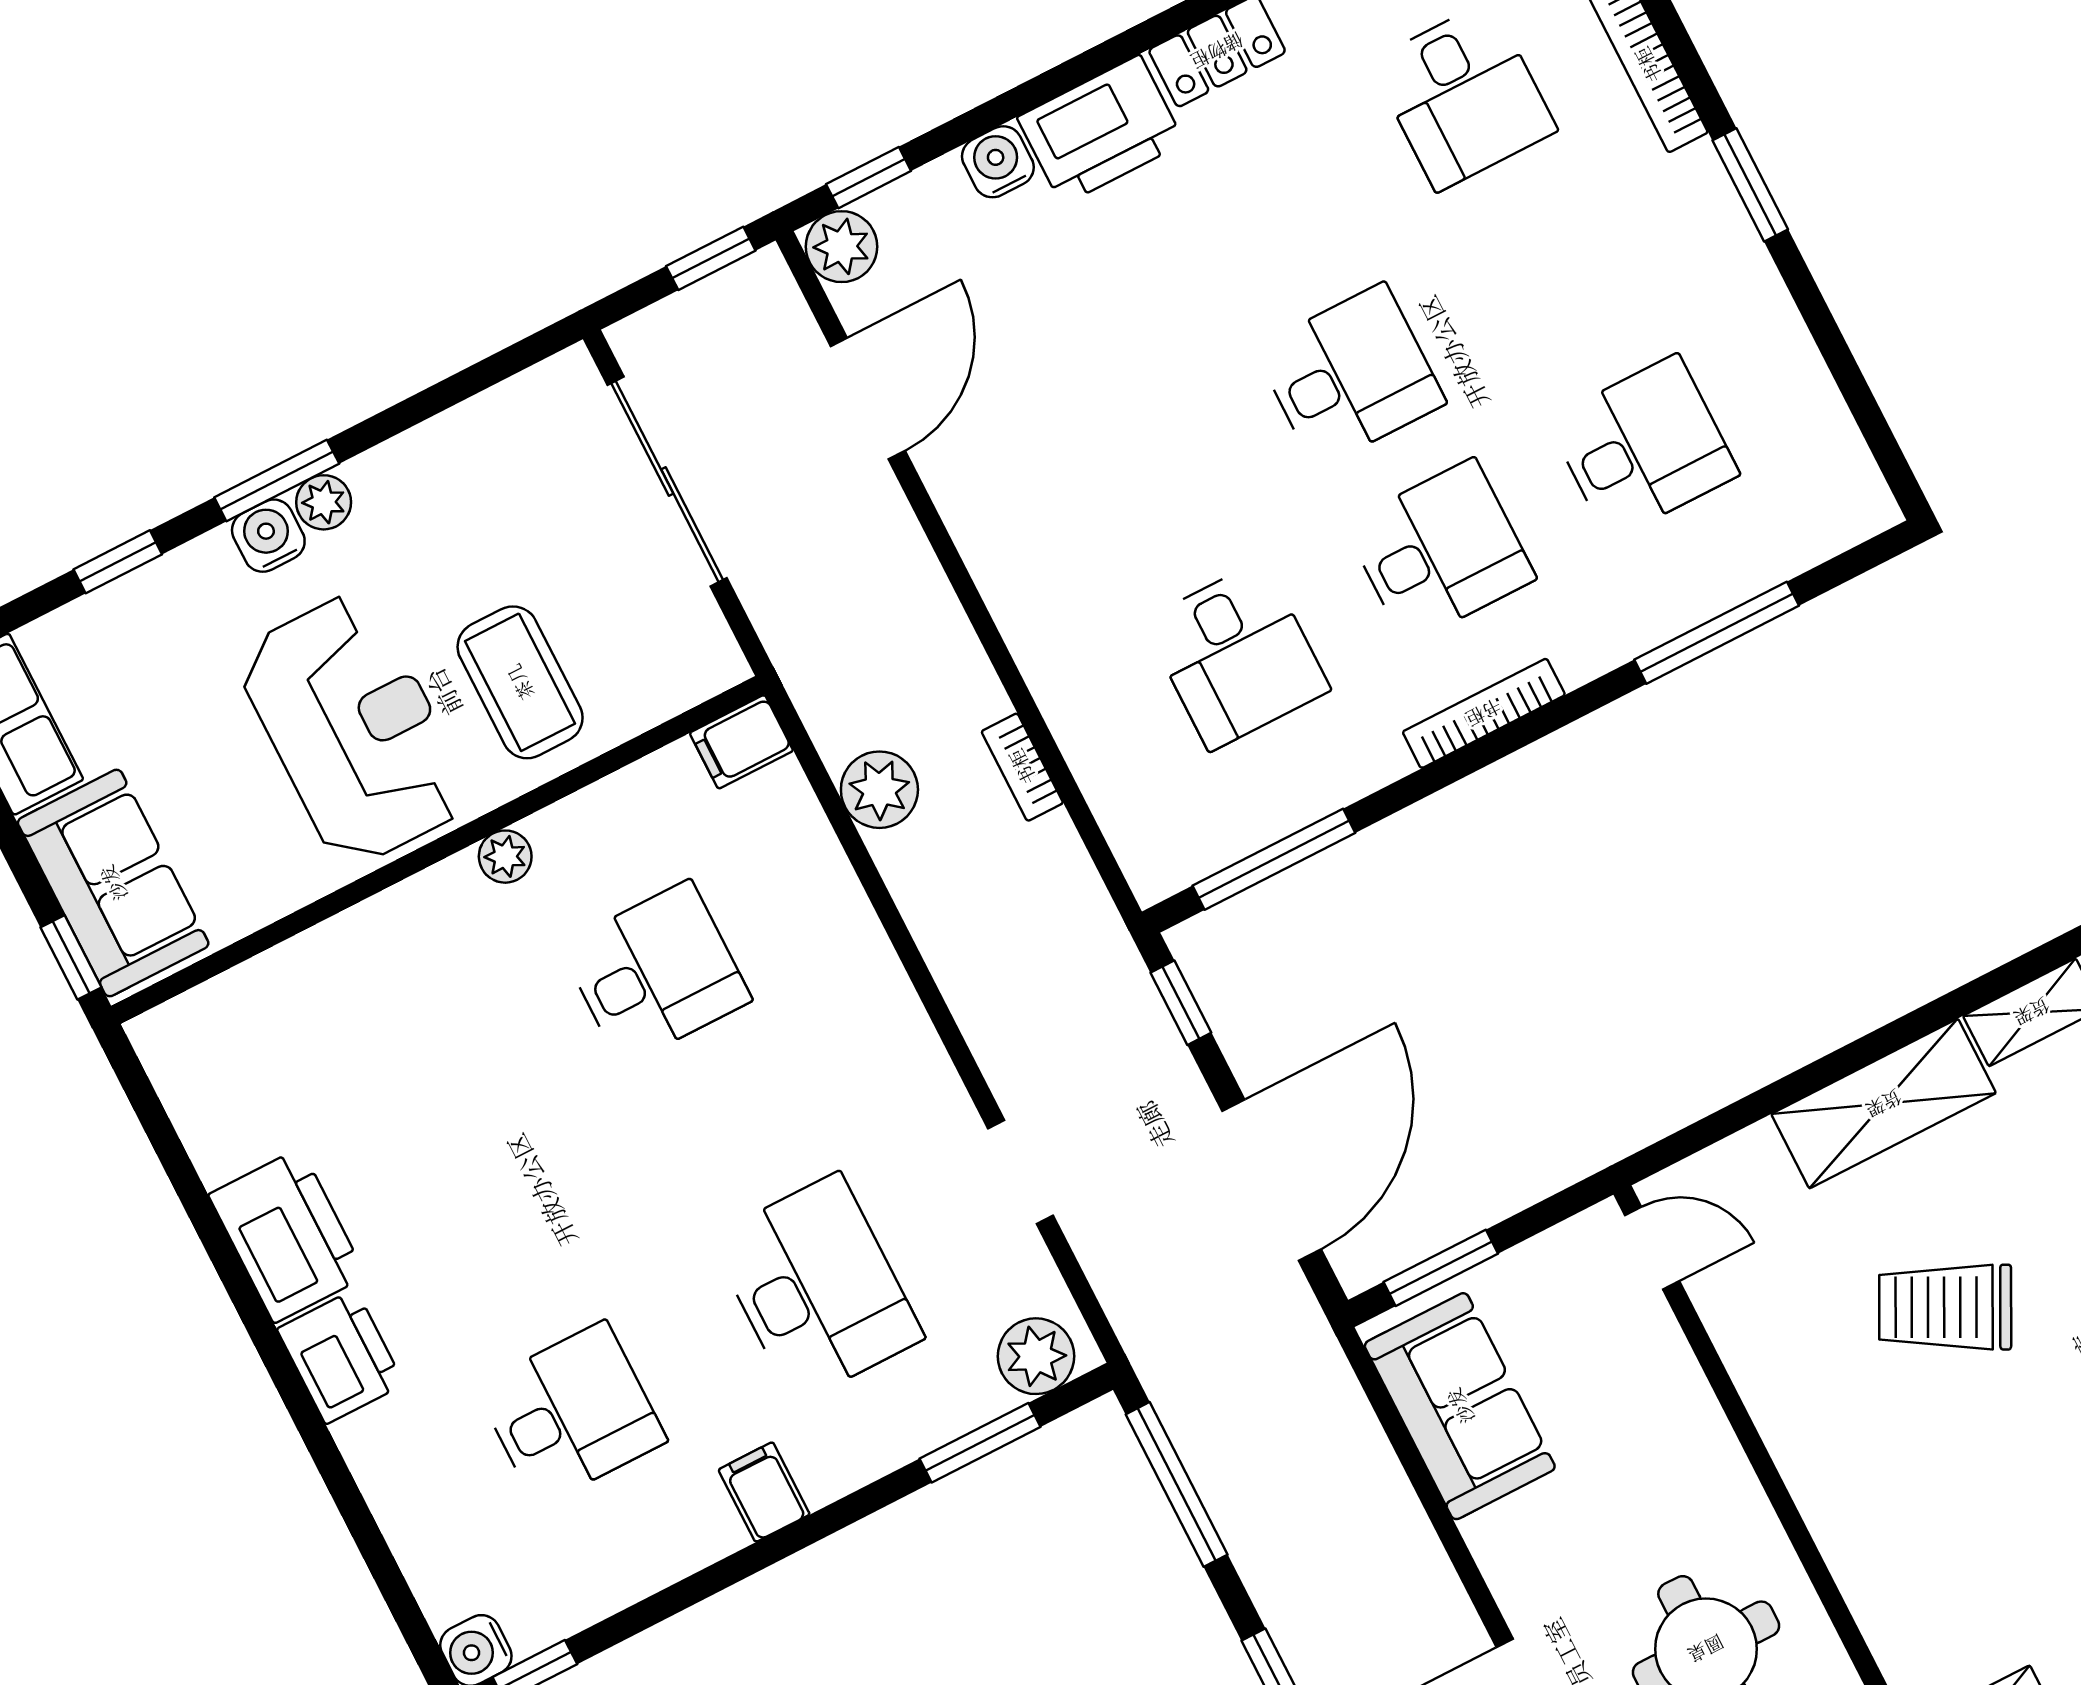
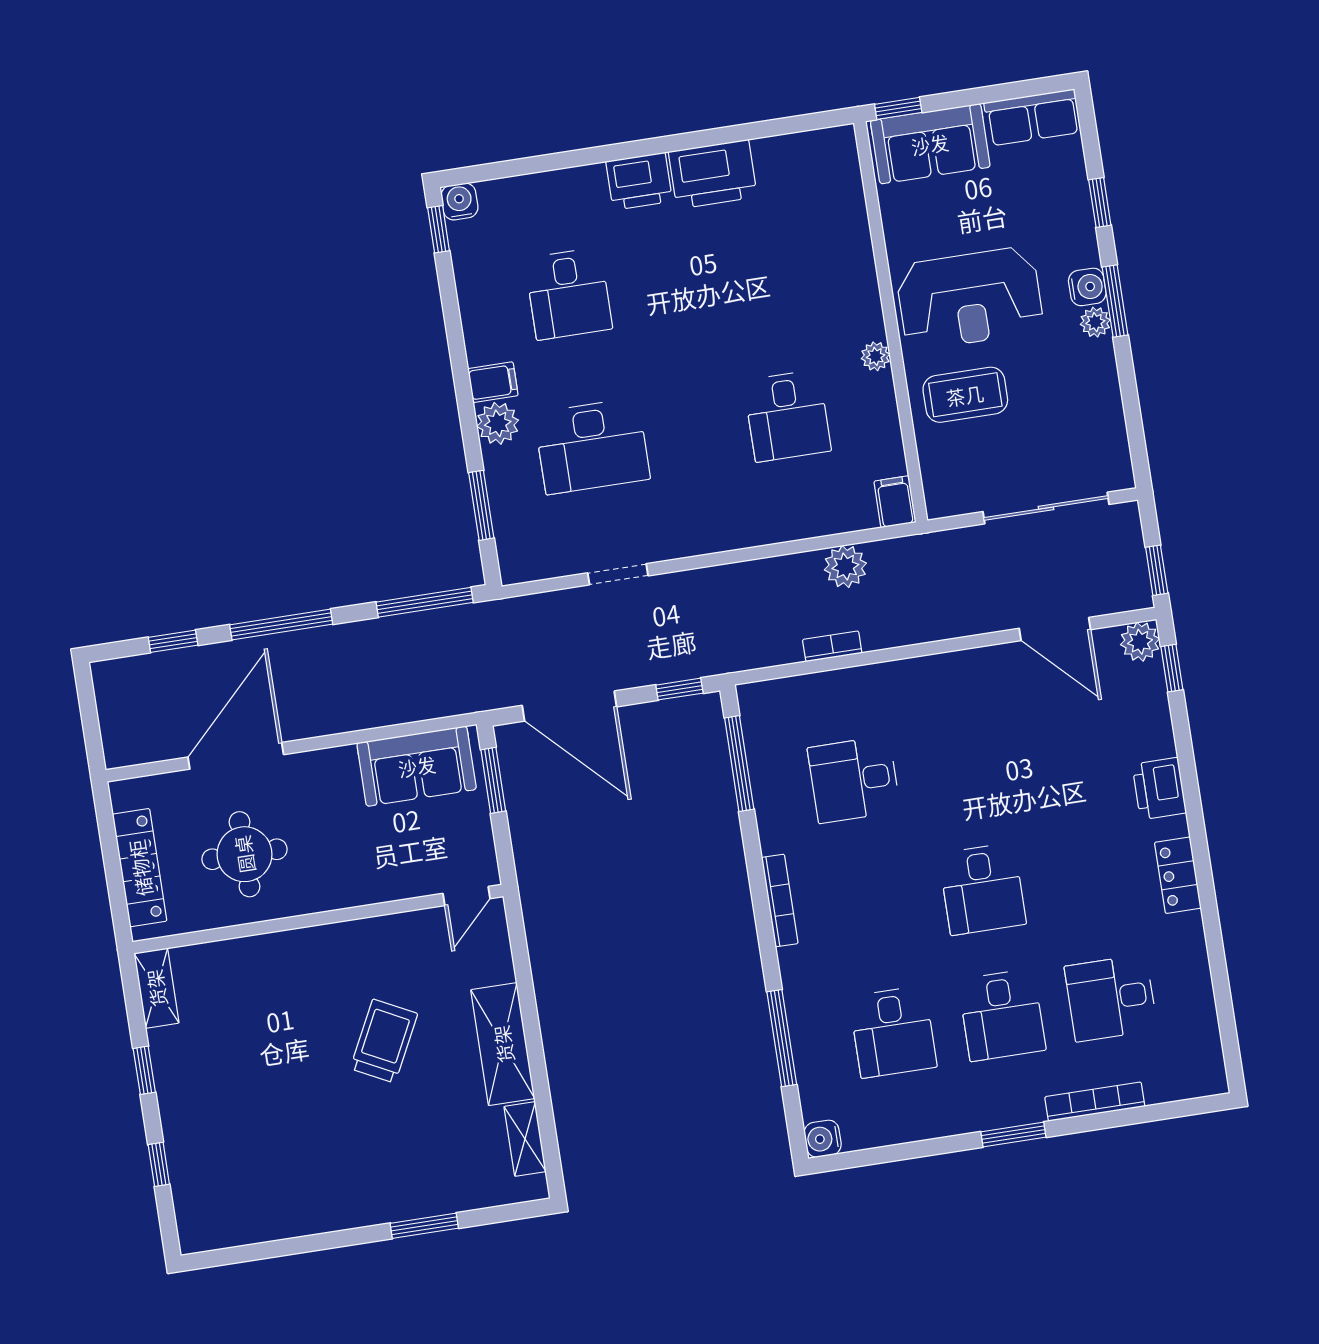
printer: (1101, 130) -> (1159, 789), width x0.73, depth x0.84
water cooler: (998, 162) -> (823, 1139), moved, turned 180
desk: (1440, 551) -> (1002, 1015), moved
plant: (1036, 1356) -> (498, 423), moved

